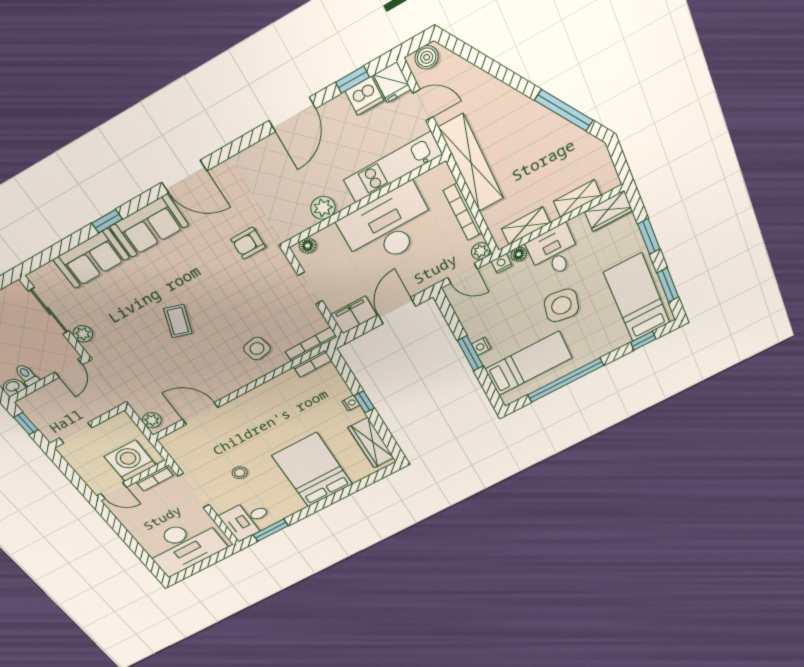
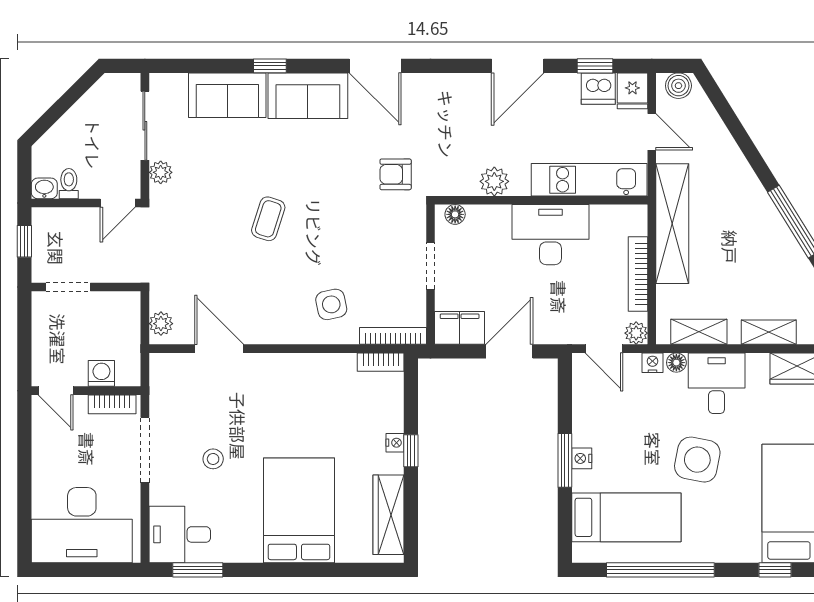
desk: (388, 227) -> (551, 235), width x0.73, depth x0.77
washing machine: (130, 461) -> (101, 373), width x0.53, depth x0.53

